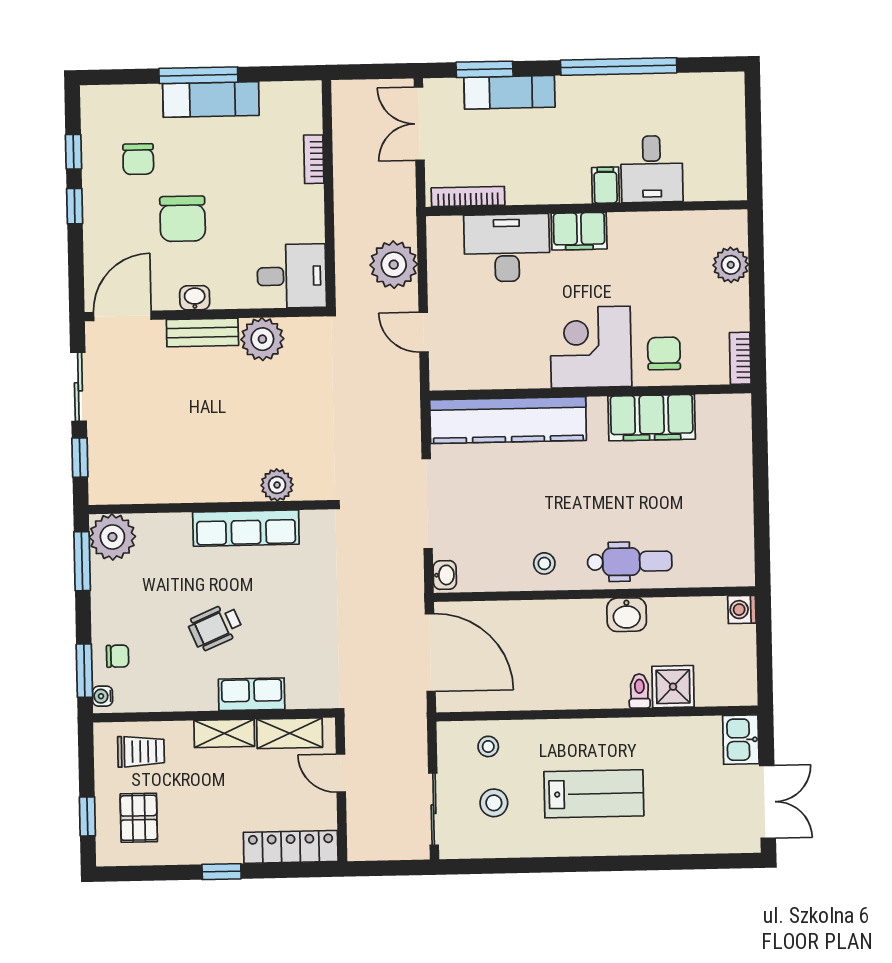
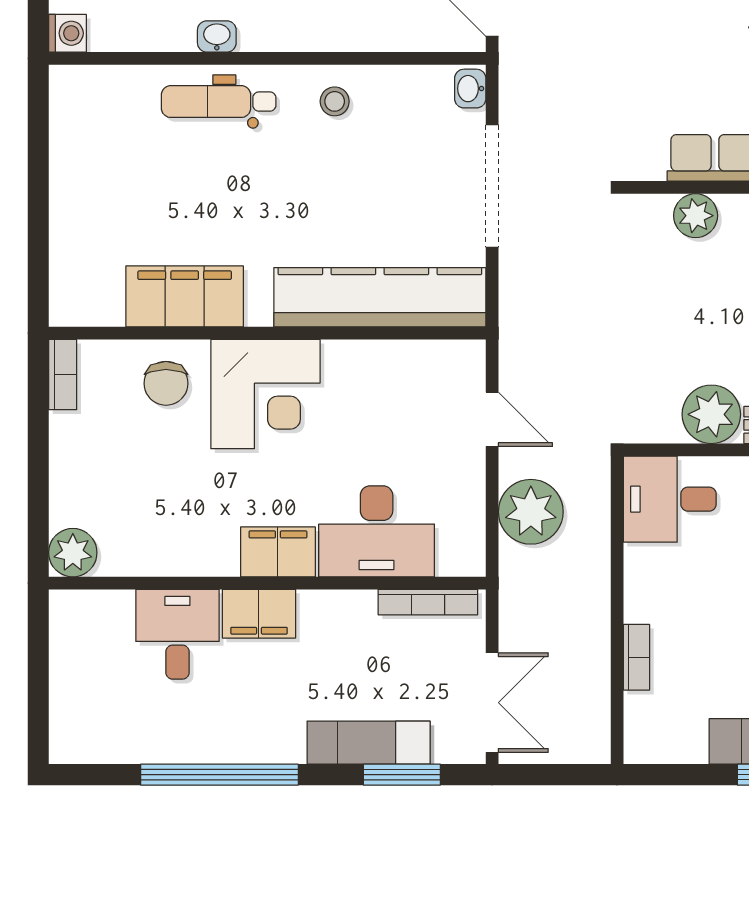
filing cabinet: (605, 185) -> (259, 614), width x2.00
plant: (731, 265) -> (73, 553), moved
washbasin: (627, 615) -> (217, 36), width x0.72, depth x0.69

